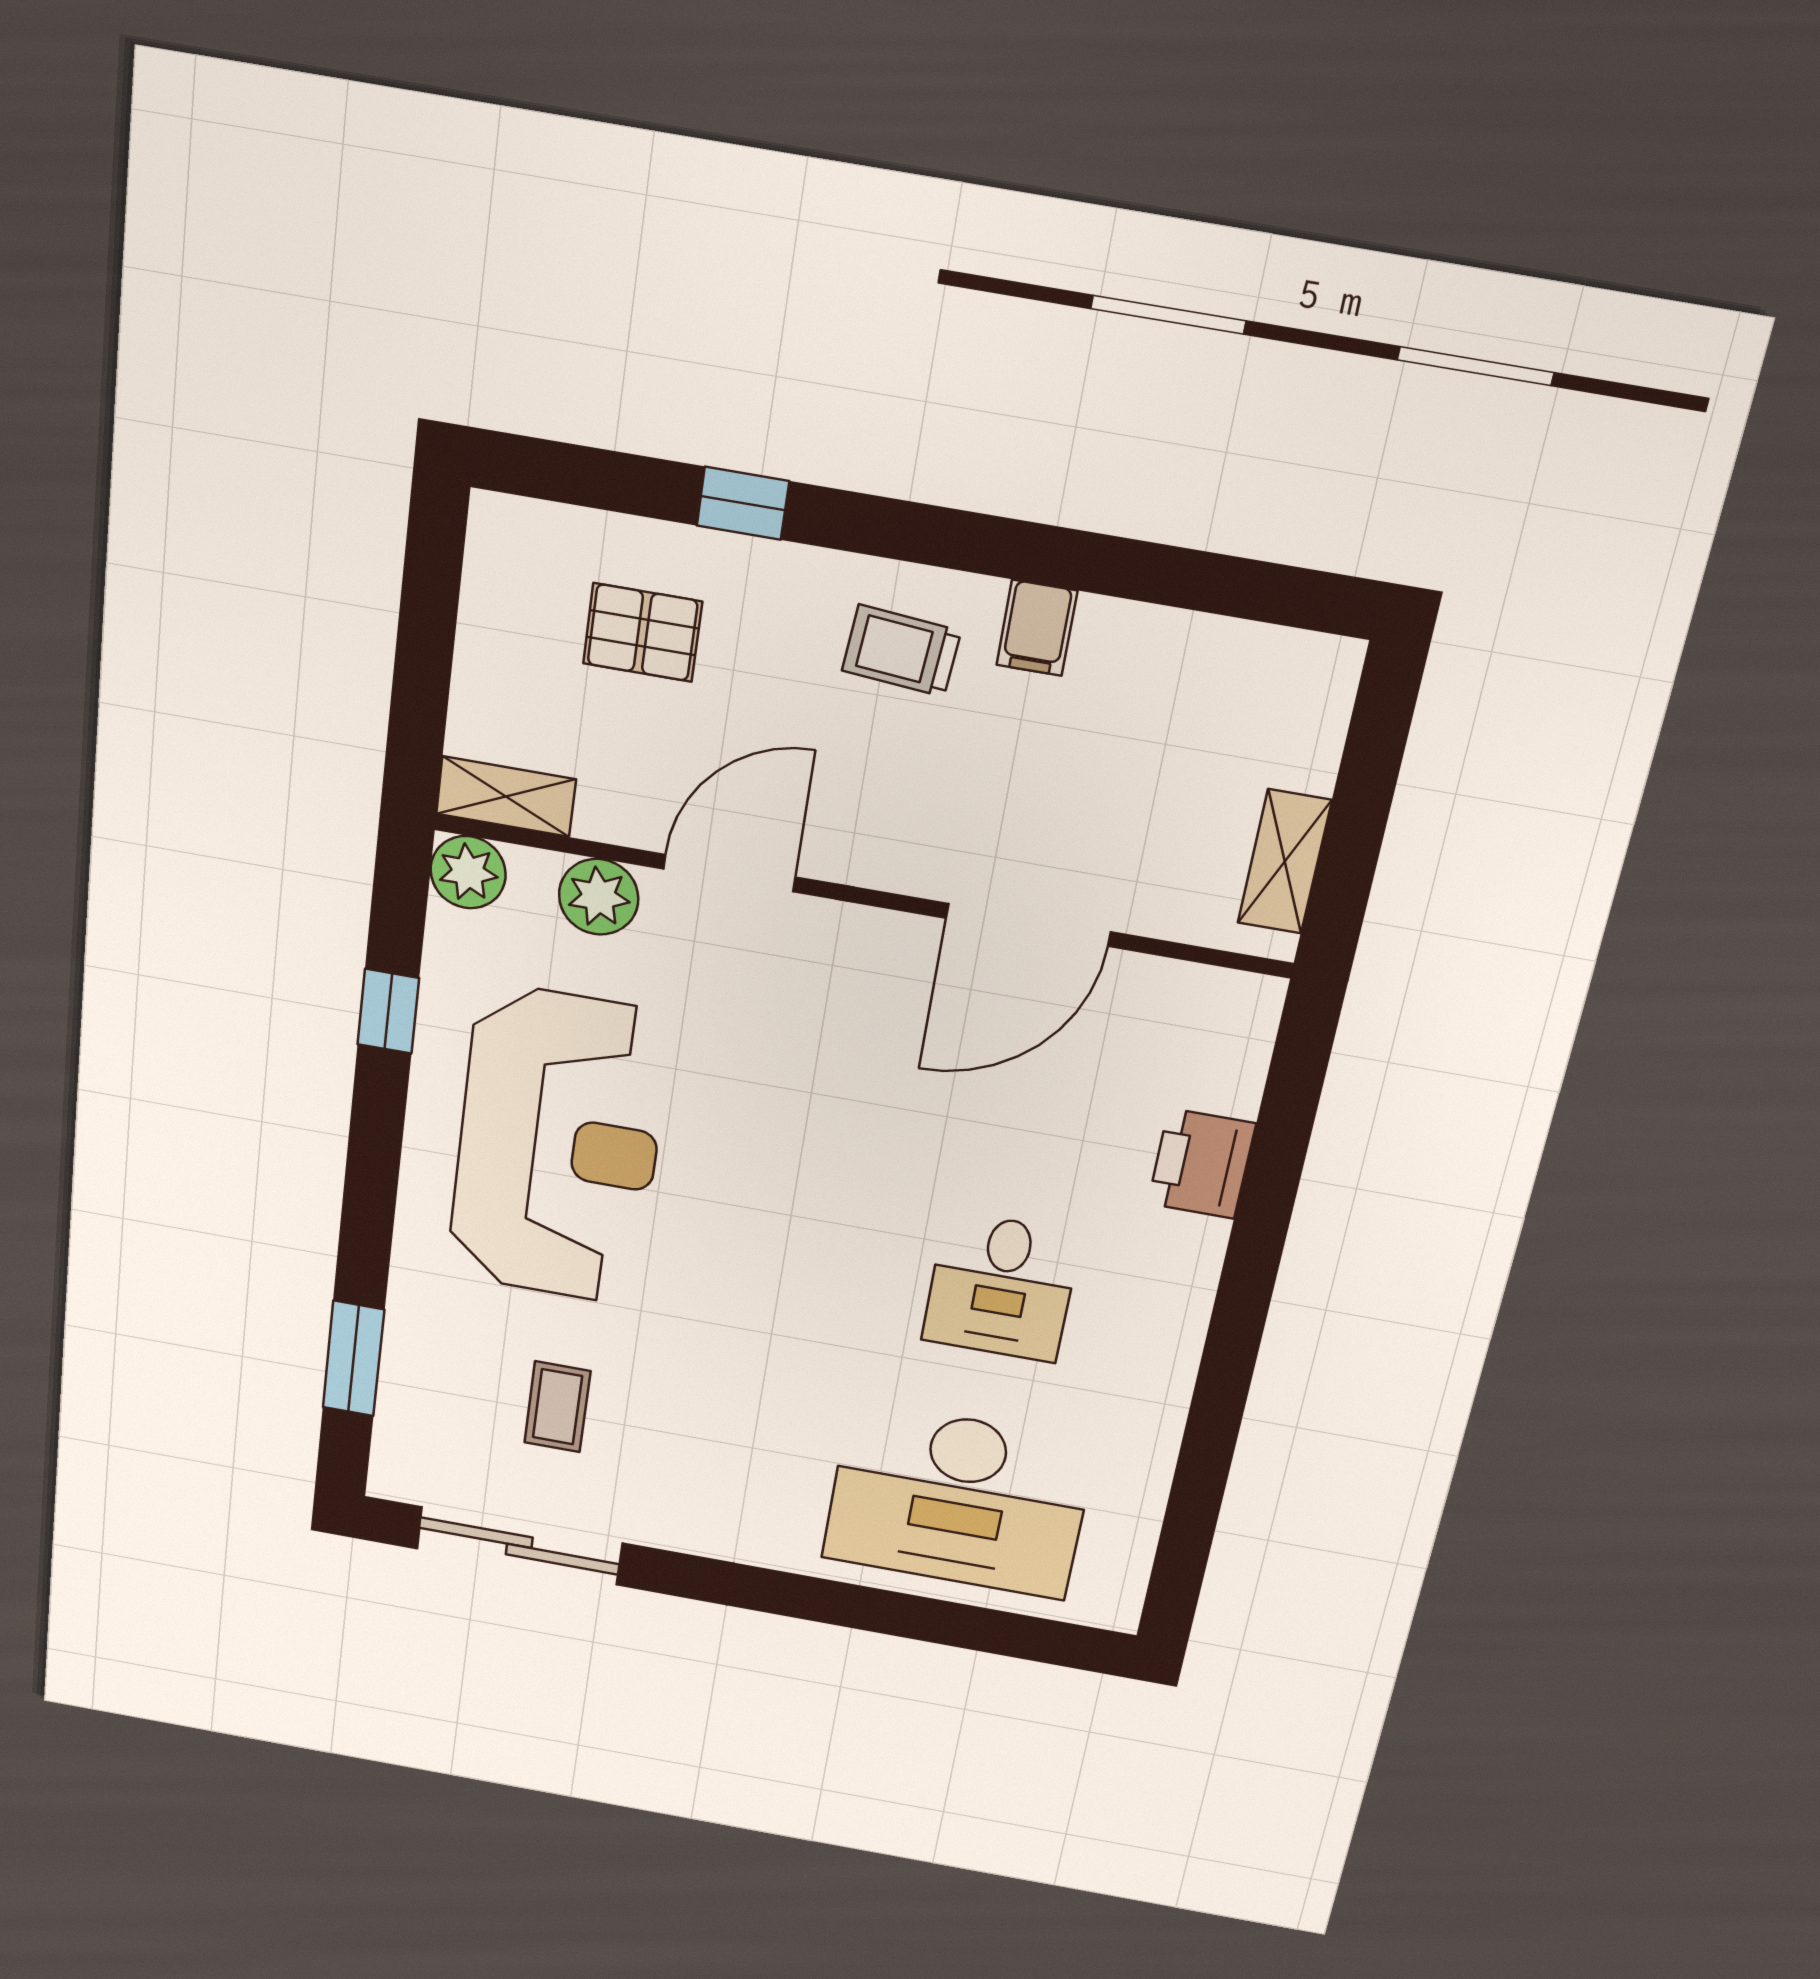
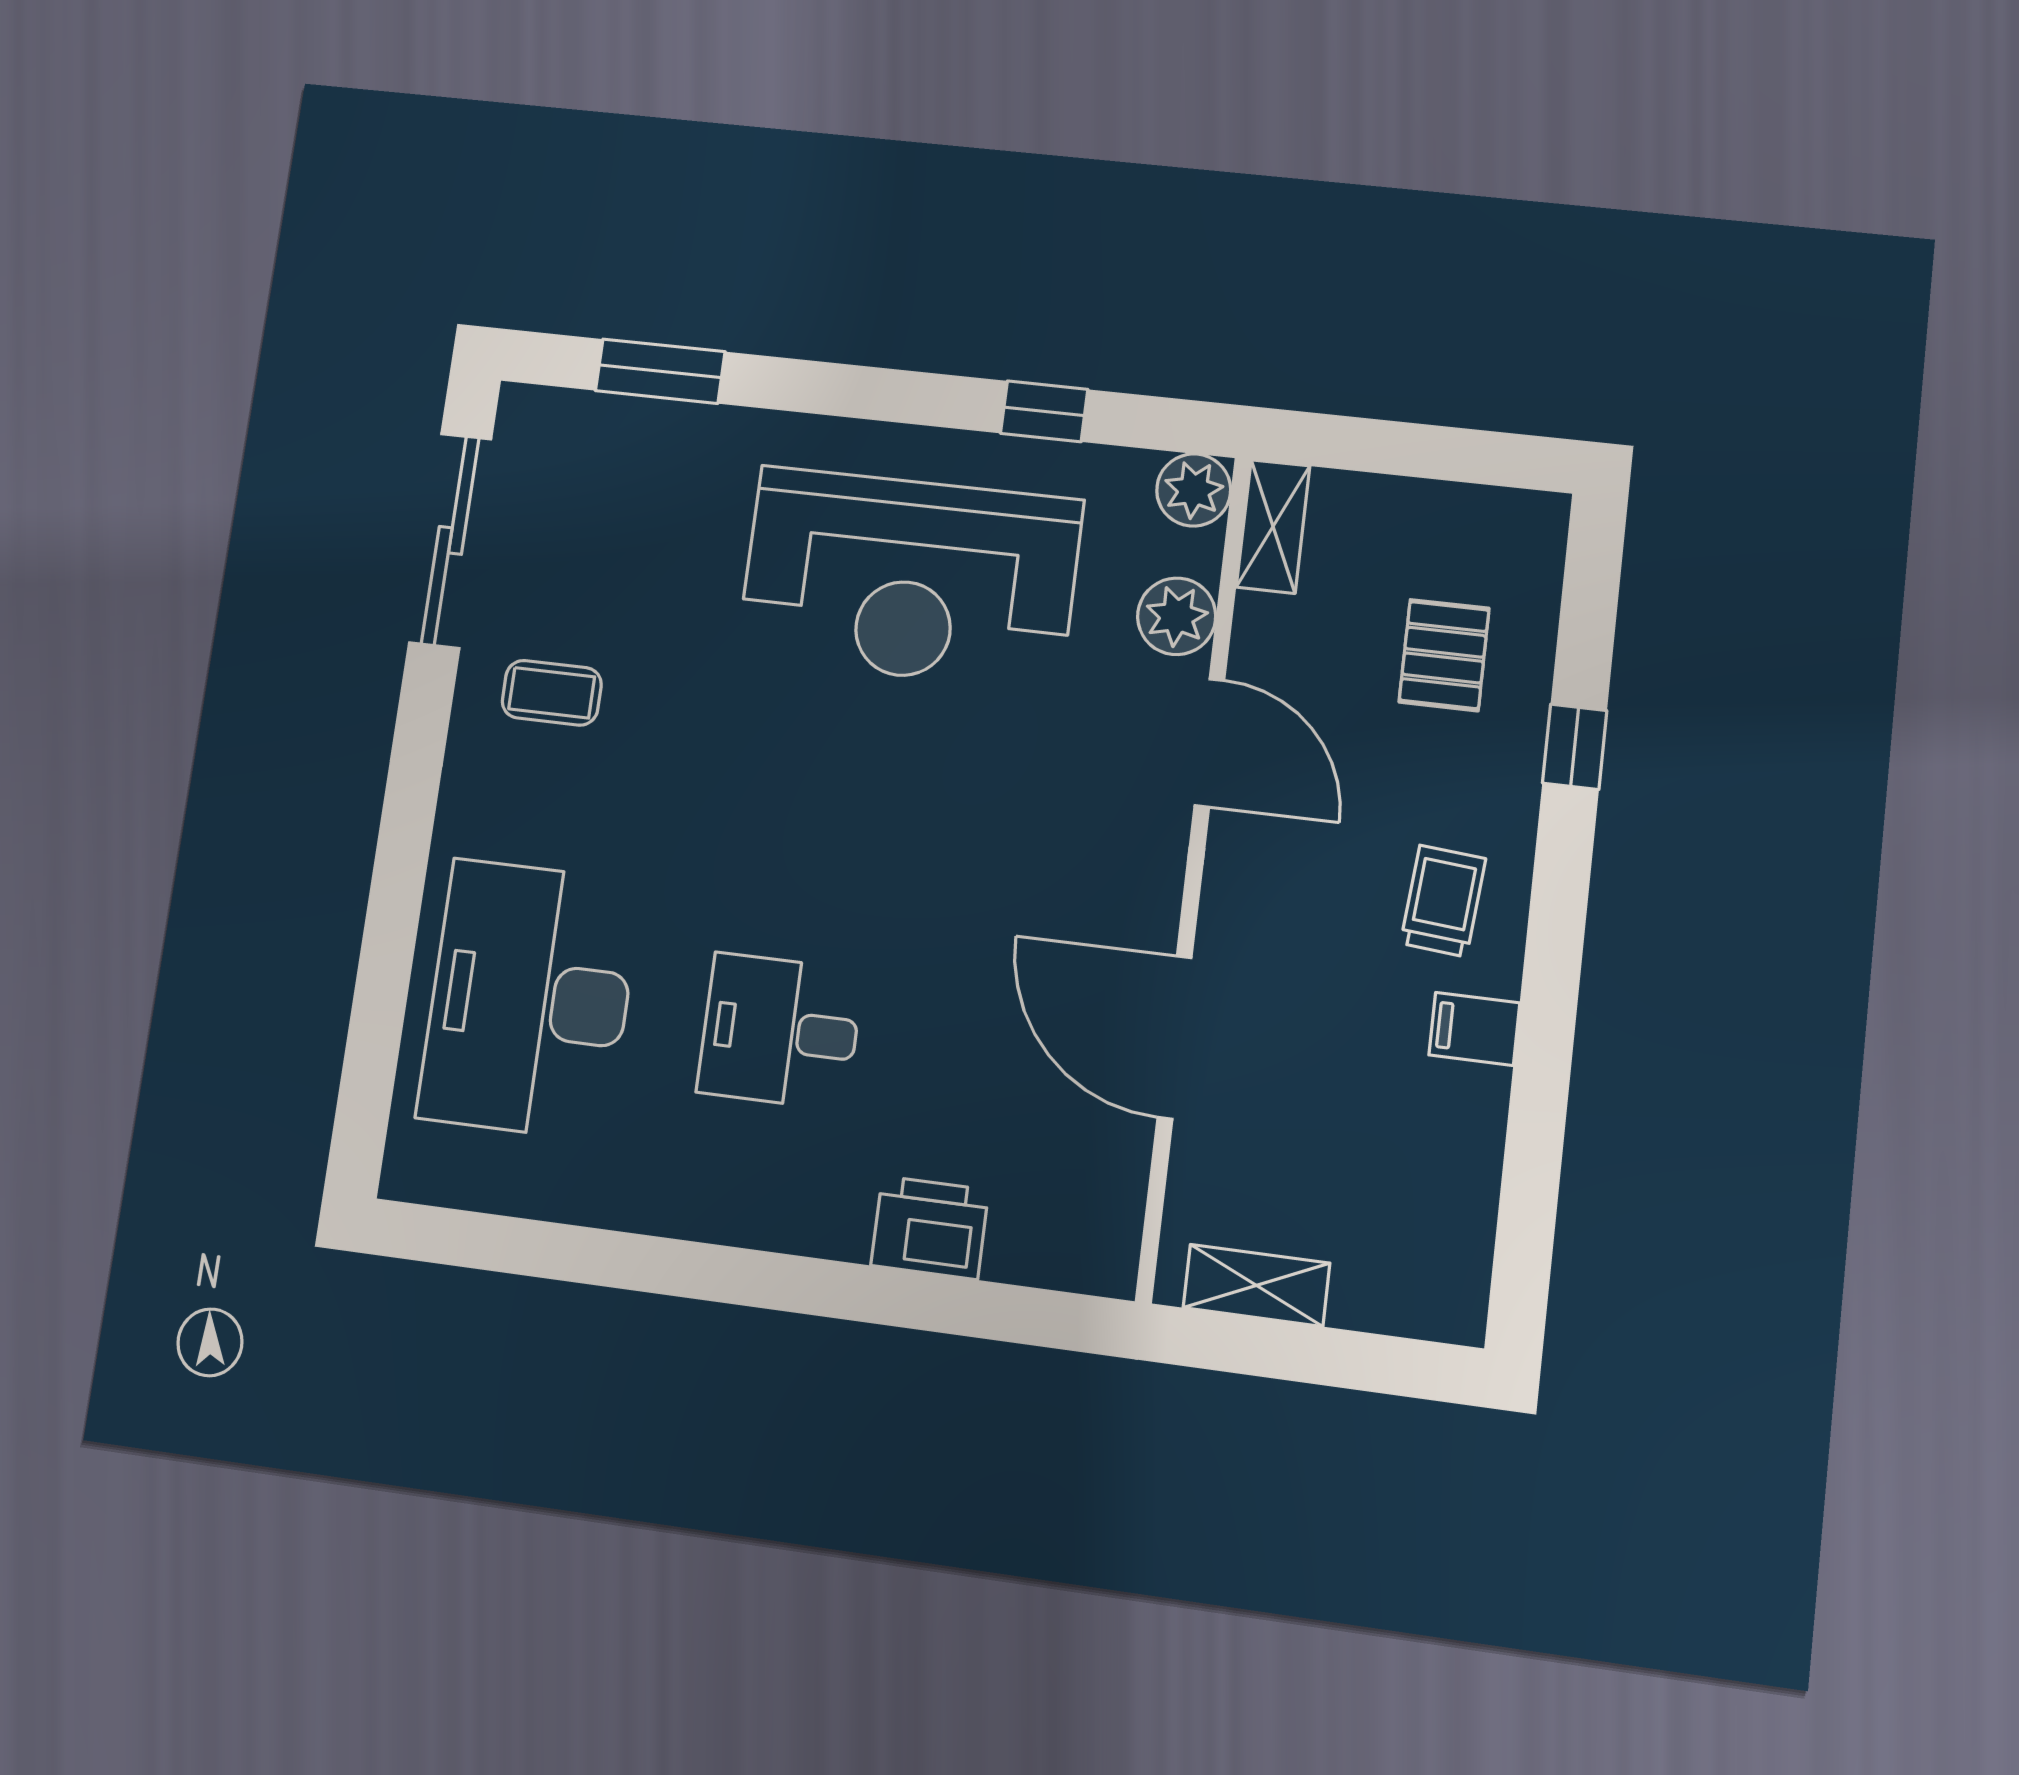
coffee table: (557, 1407) -> (552, 693), moved

